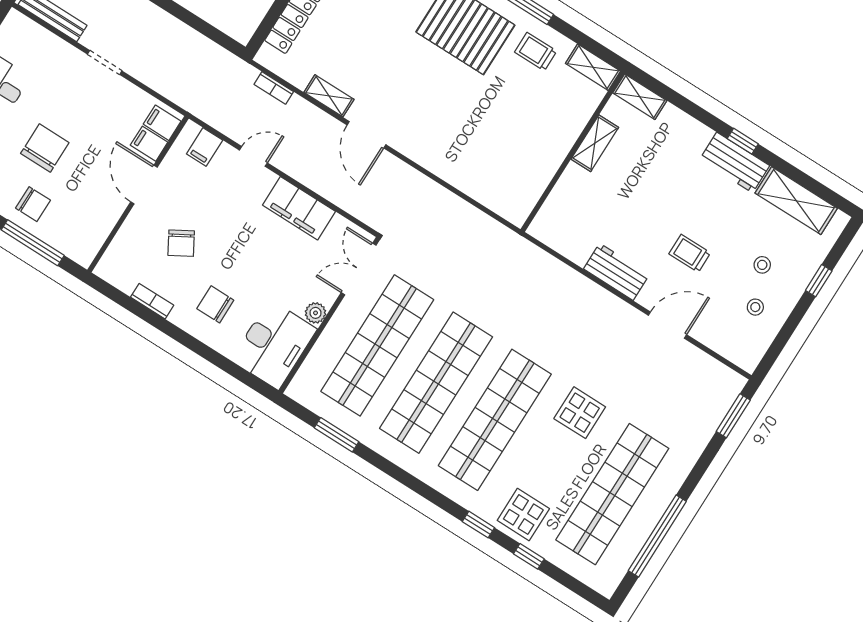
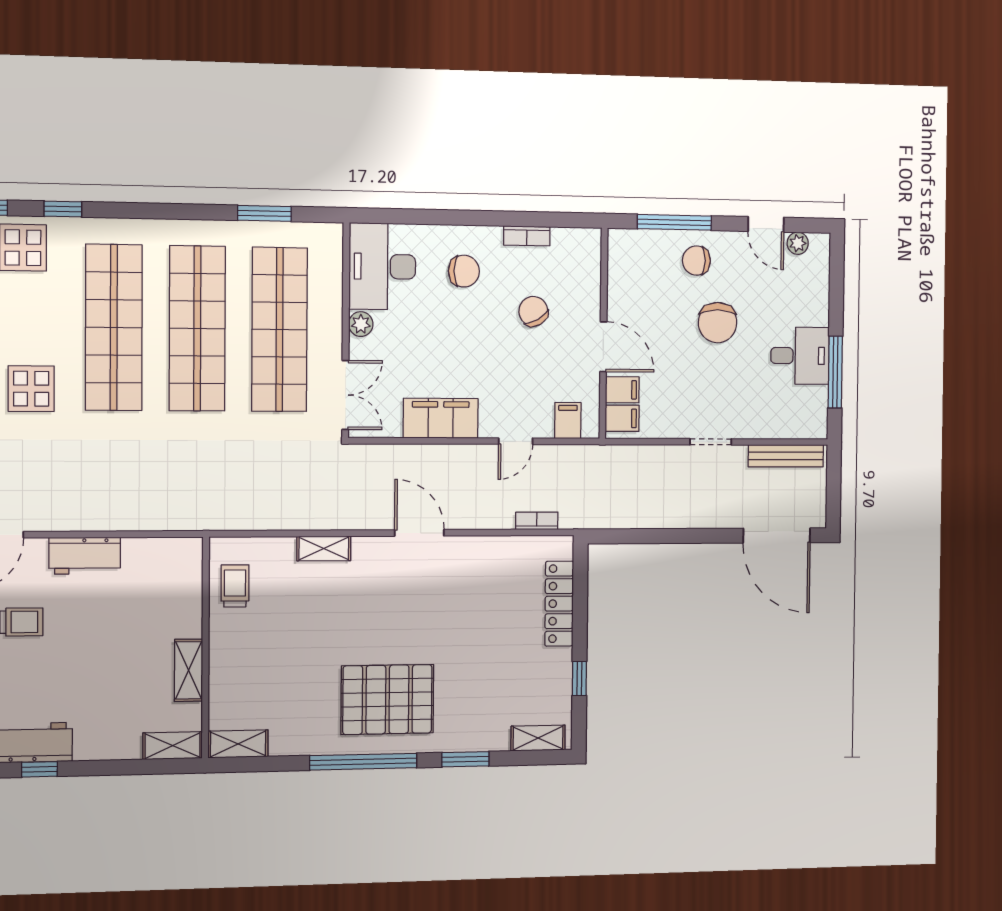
trolley: (536, 52) -> (235, 586), moved, turned -90
shelving: (329, 96) -> (324, 548), moved

